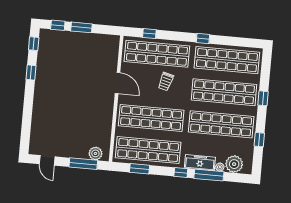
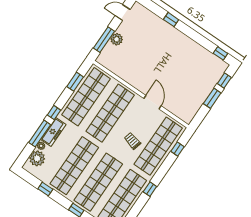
window: (31, 73) -> (171, 20), moved
door: (118, 83) -> (152, 102), swing flipped
plant: (95, 153) -> (117, 39), moved

